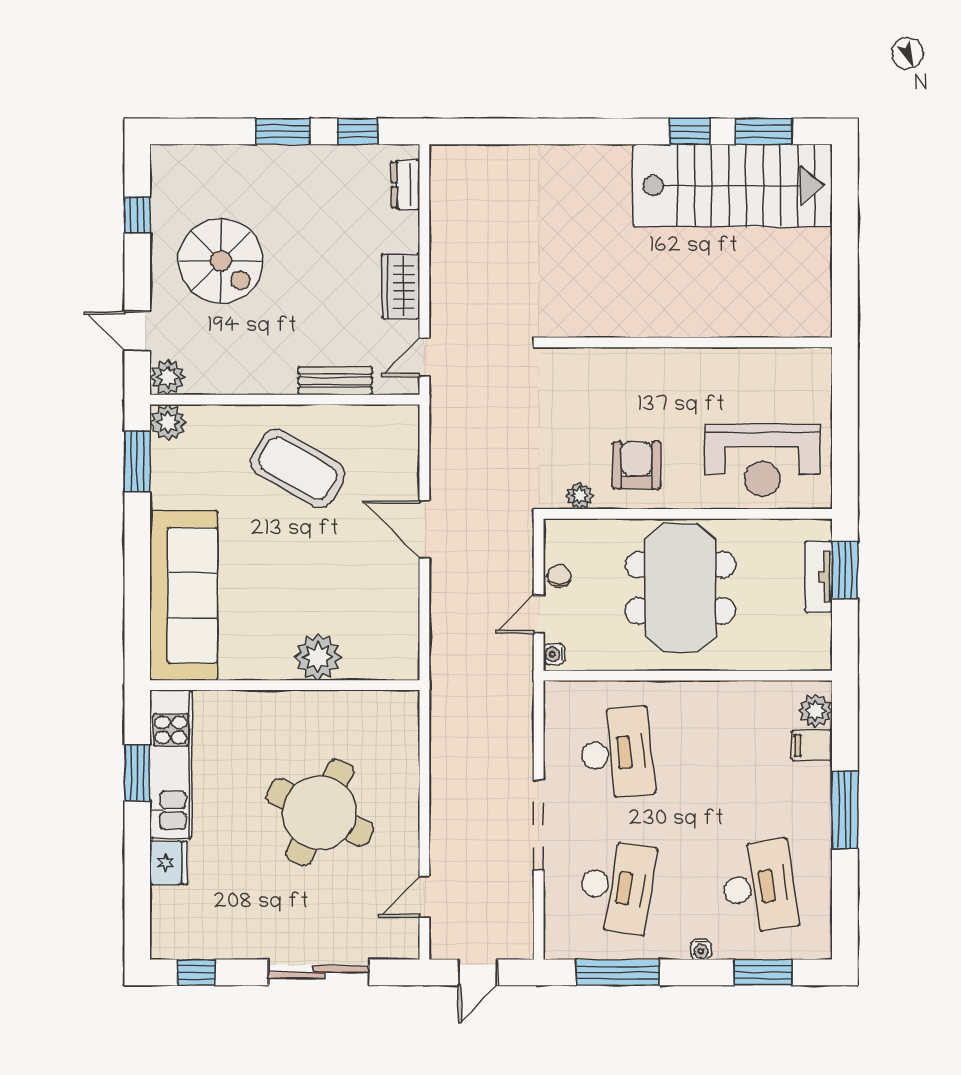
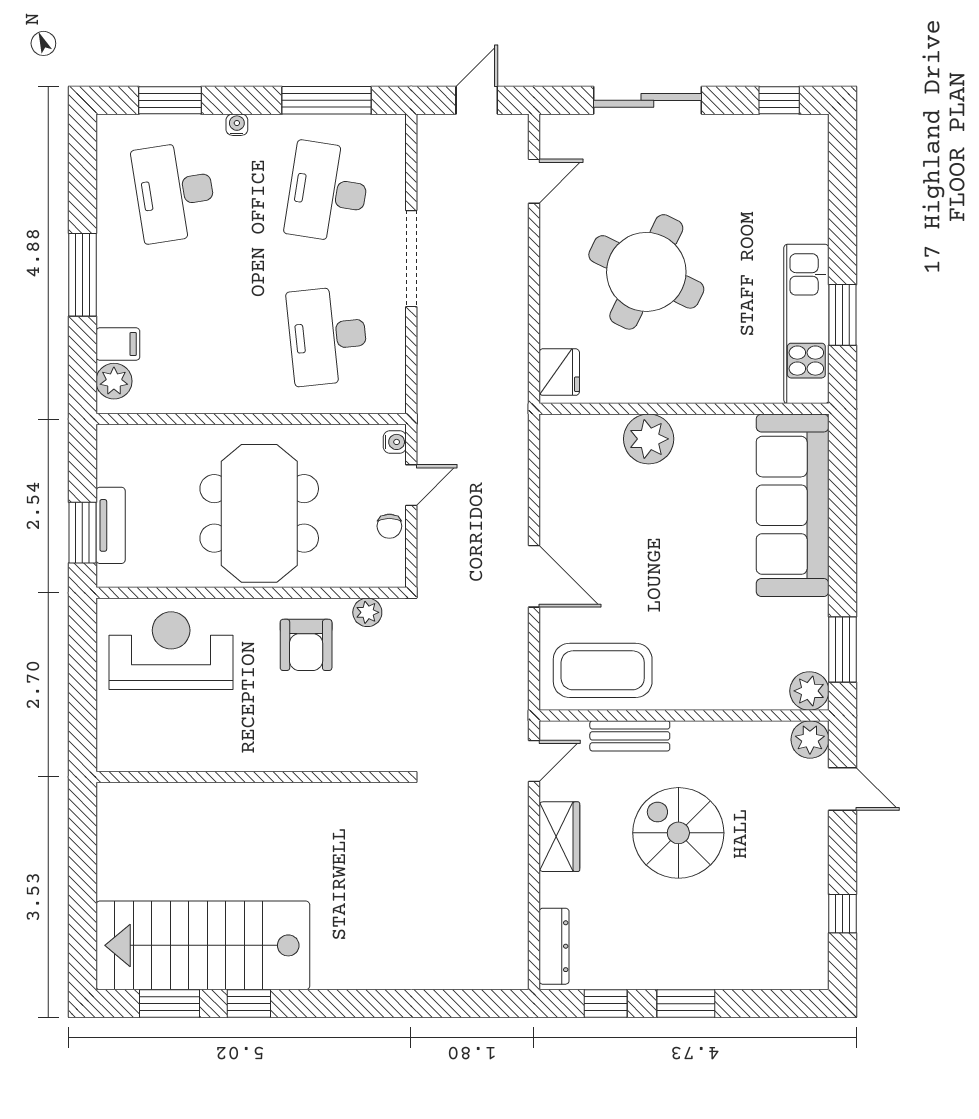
dresser: (406, 185) -> (554, 946), width x1.44
spiral stairs: (221, 261) -> (678, 833), moved
coffee table: (298, 468) -> (603, 670), moved, turned -30
fridge: (169, 863) -> (559, 372), moved, turned 180

